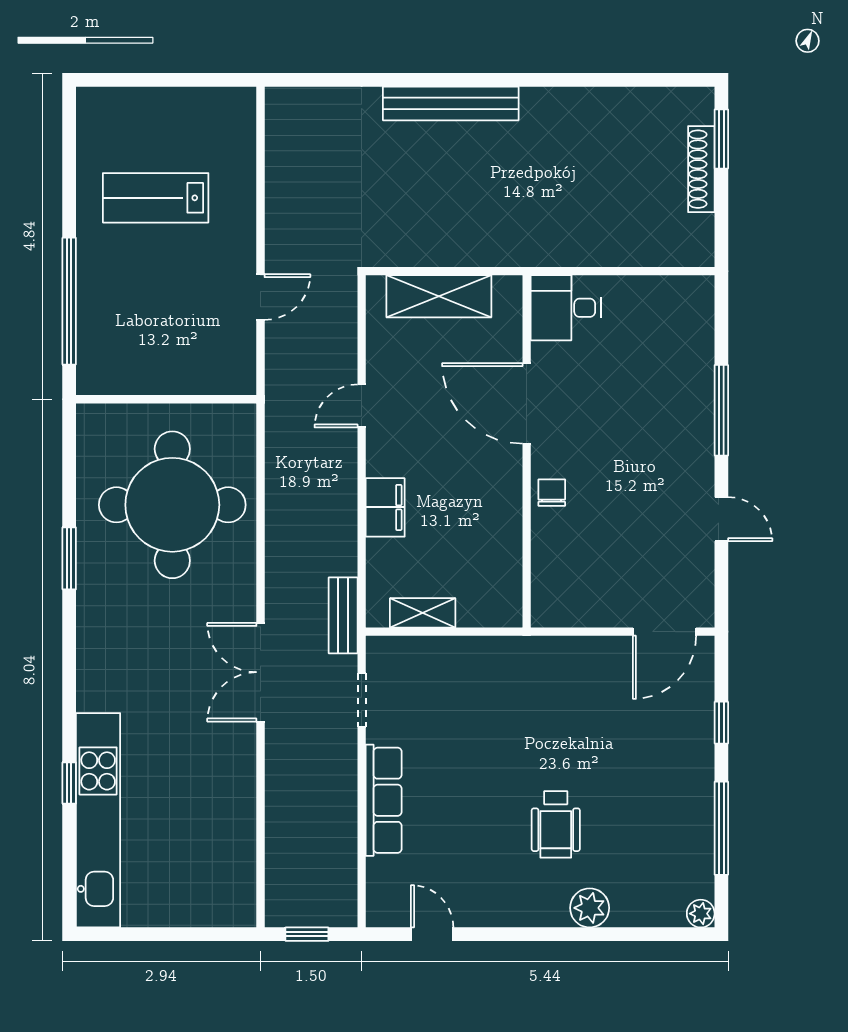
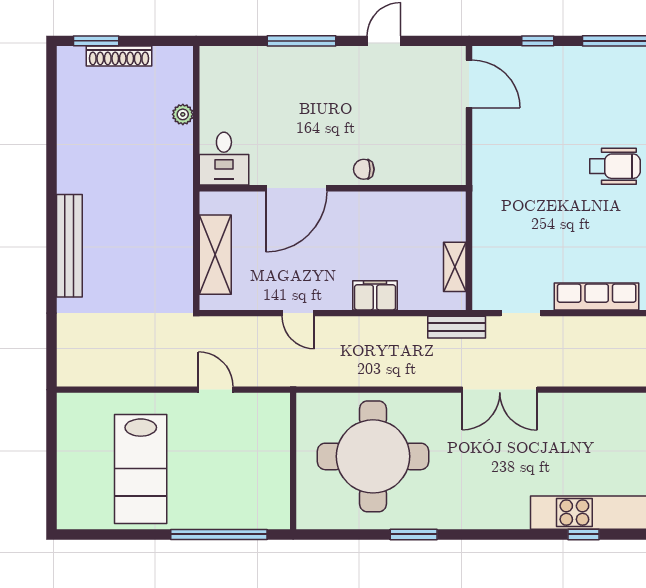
lab bench: (156, 198) -> (141, 469), width x1.36, depth x1.39
plant: (624, 253) -> (183, 114), added

